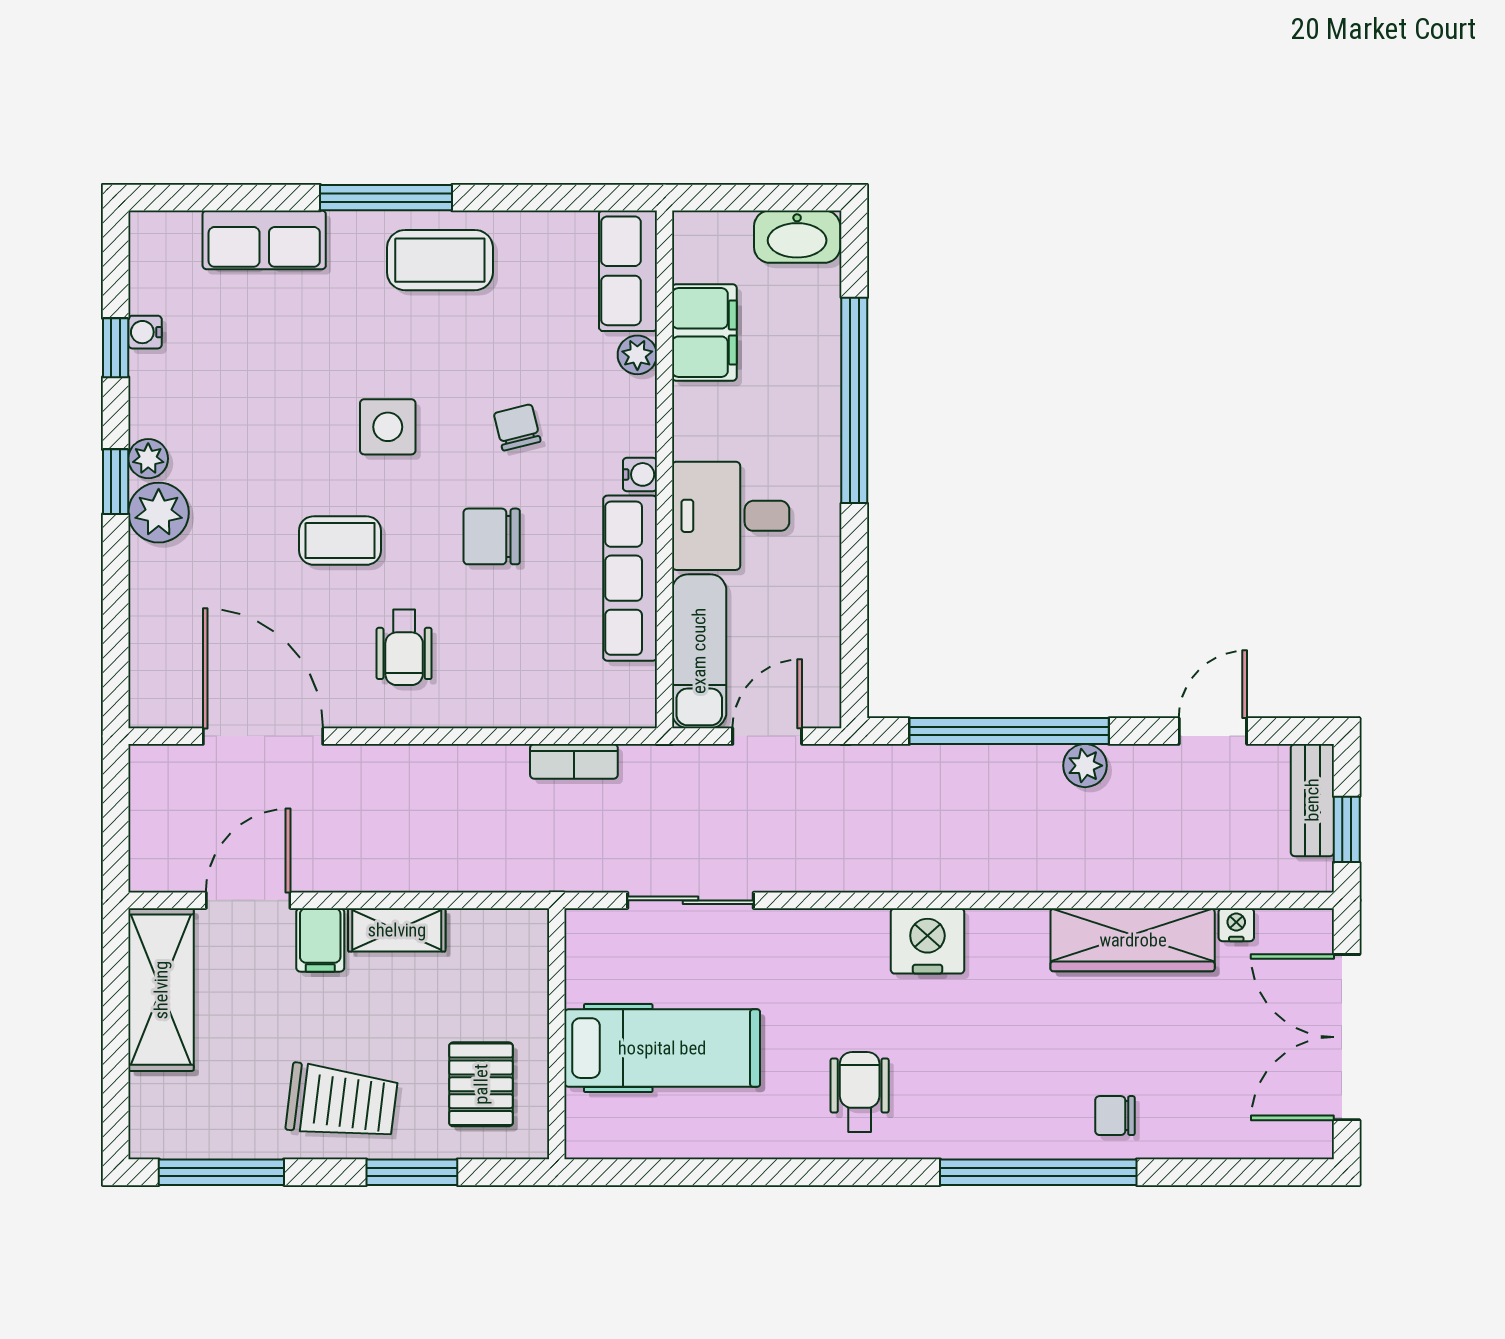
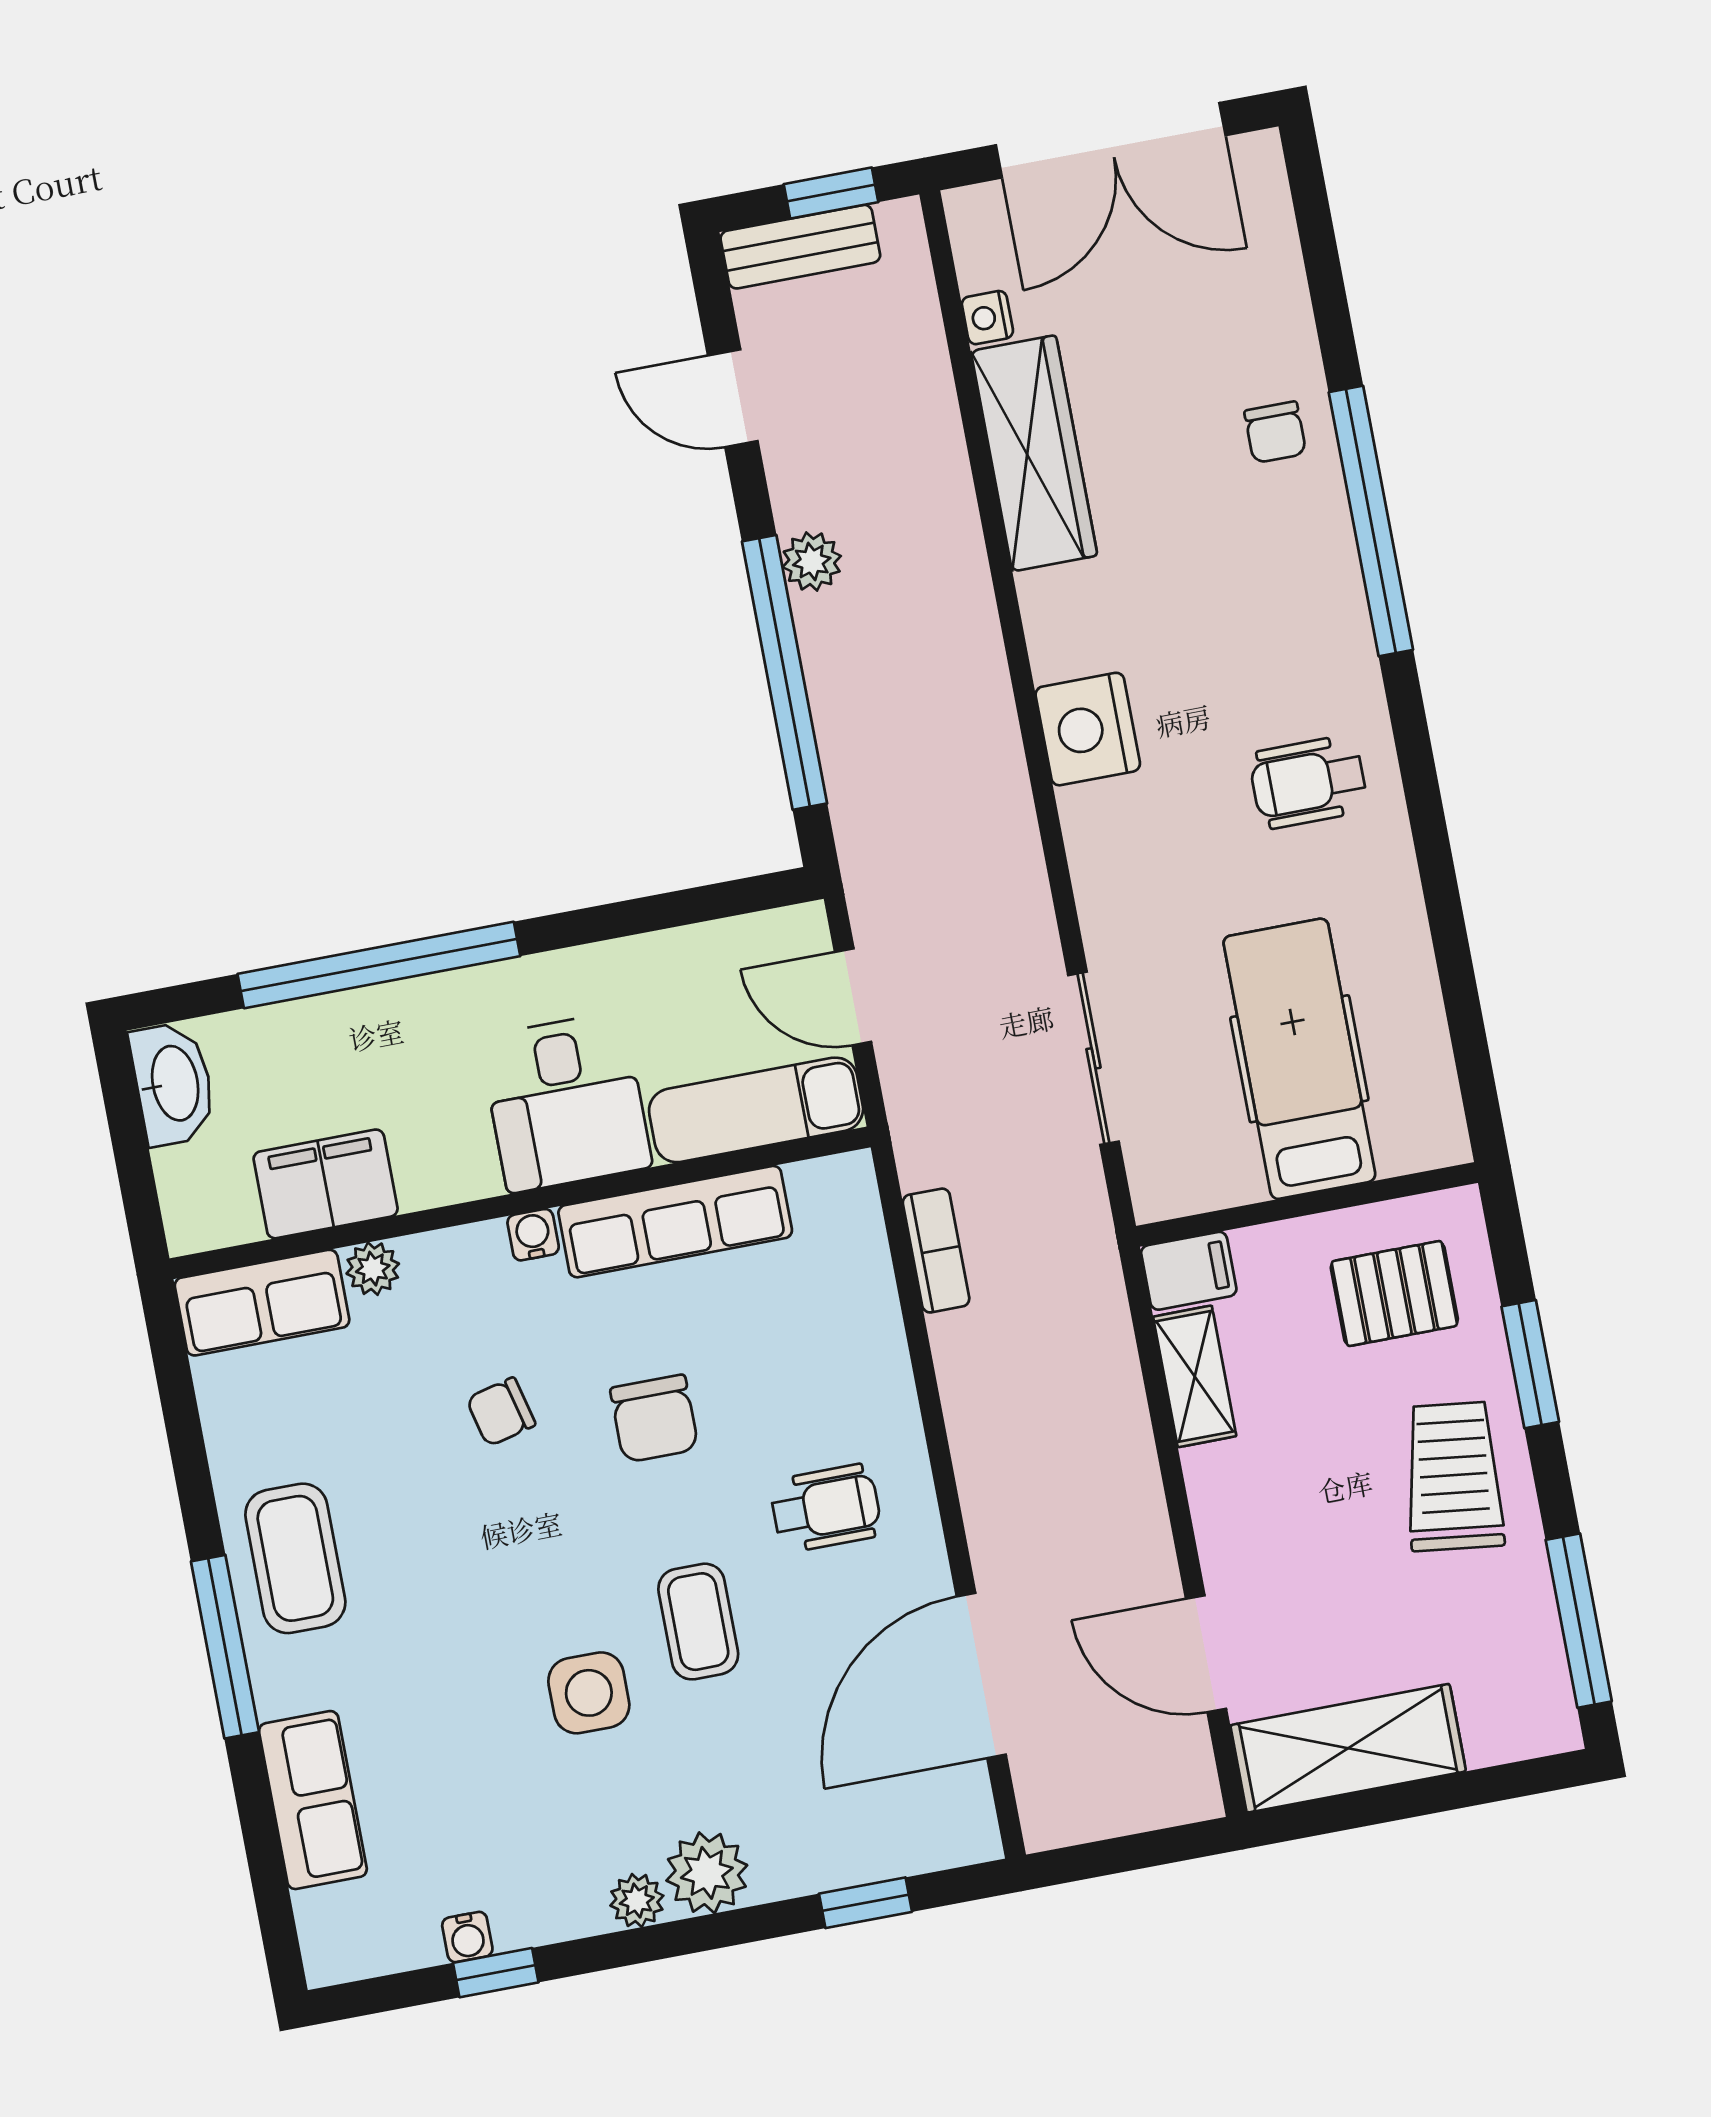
side table: (388, 427) -> (589, 1693), moved
window: (116, 482) -> (865, 1903), moved
shelving: (397, 930) -> (1195, 1376), moved
filing cabinet: (320, 940) -> (1189, 1271), moved

